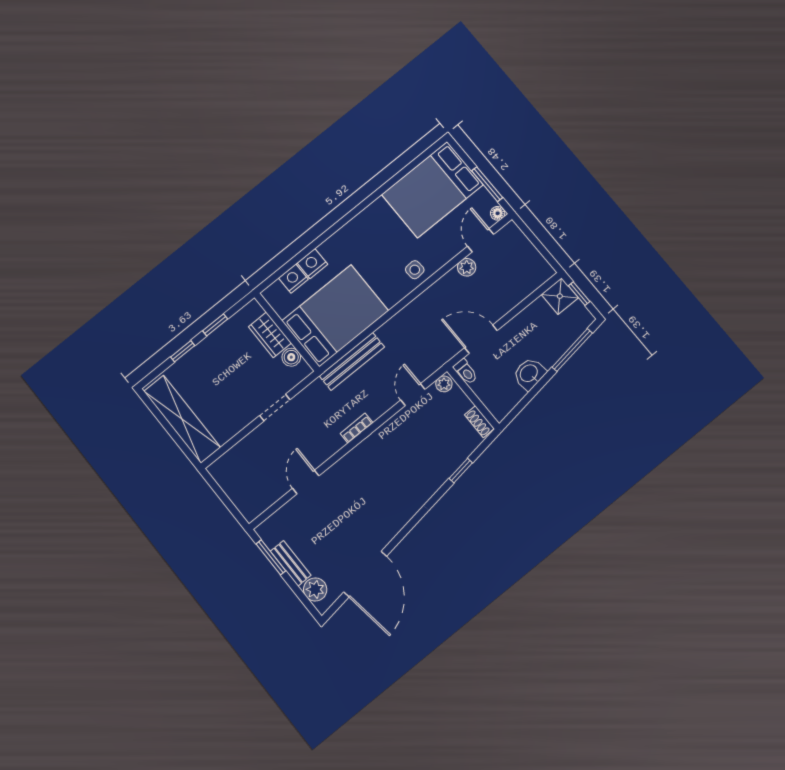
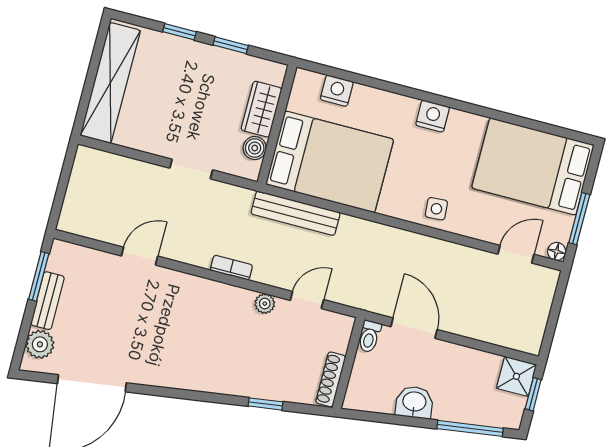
nightstand: (312, 264) -> (433, 116), moved
plant: (467, 267) -> (477, 260), removed
plant: (444, 384) -> (265, 304), moved
shoe rack: (479, 422) -> (331, 379), width x1.43

